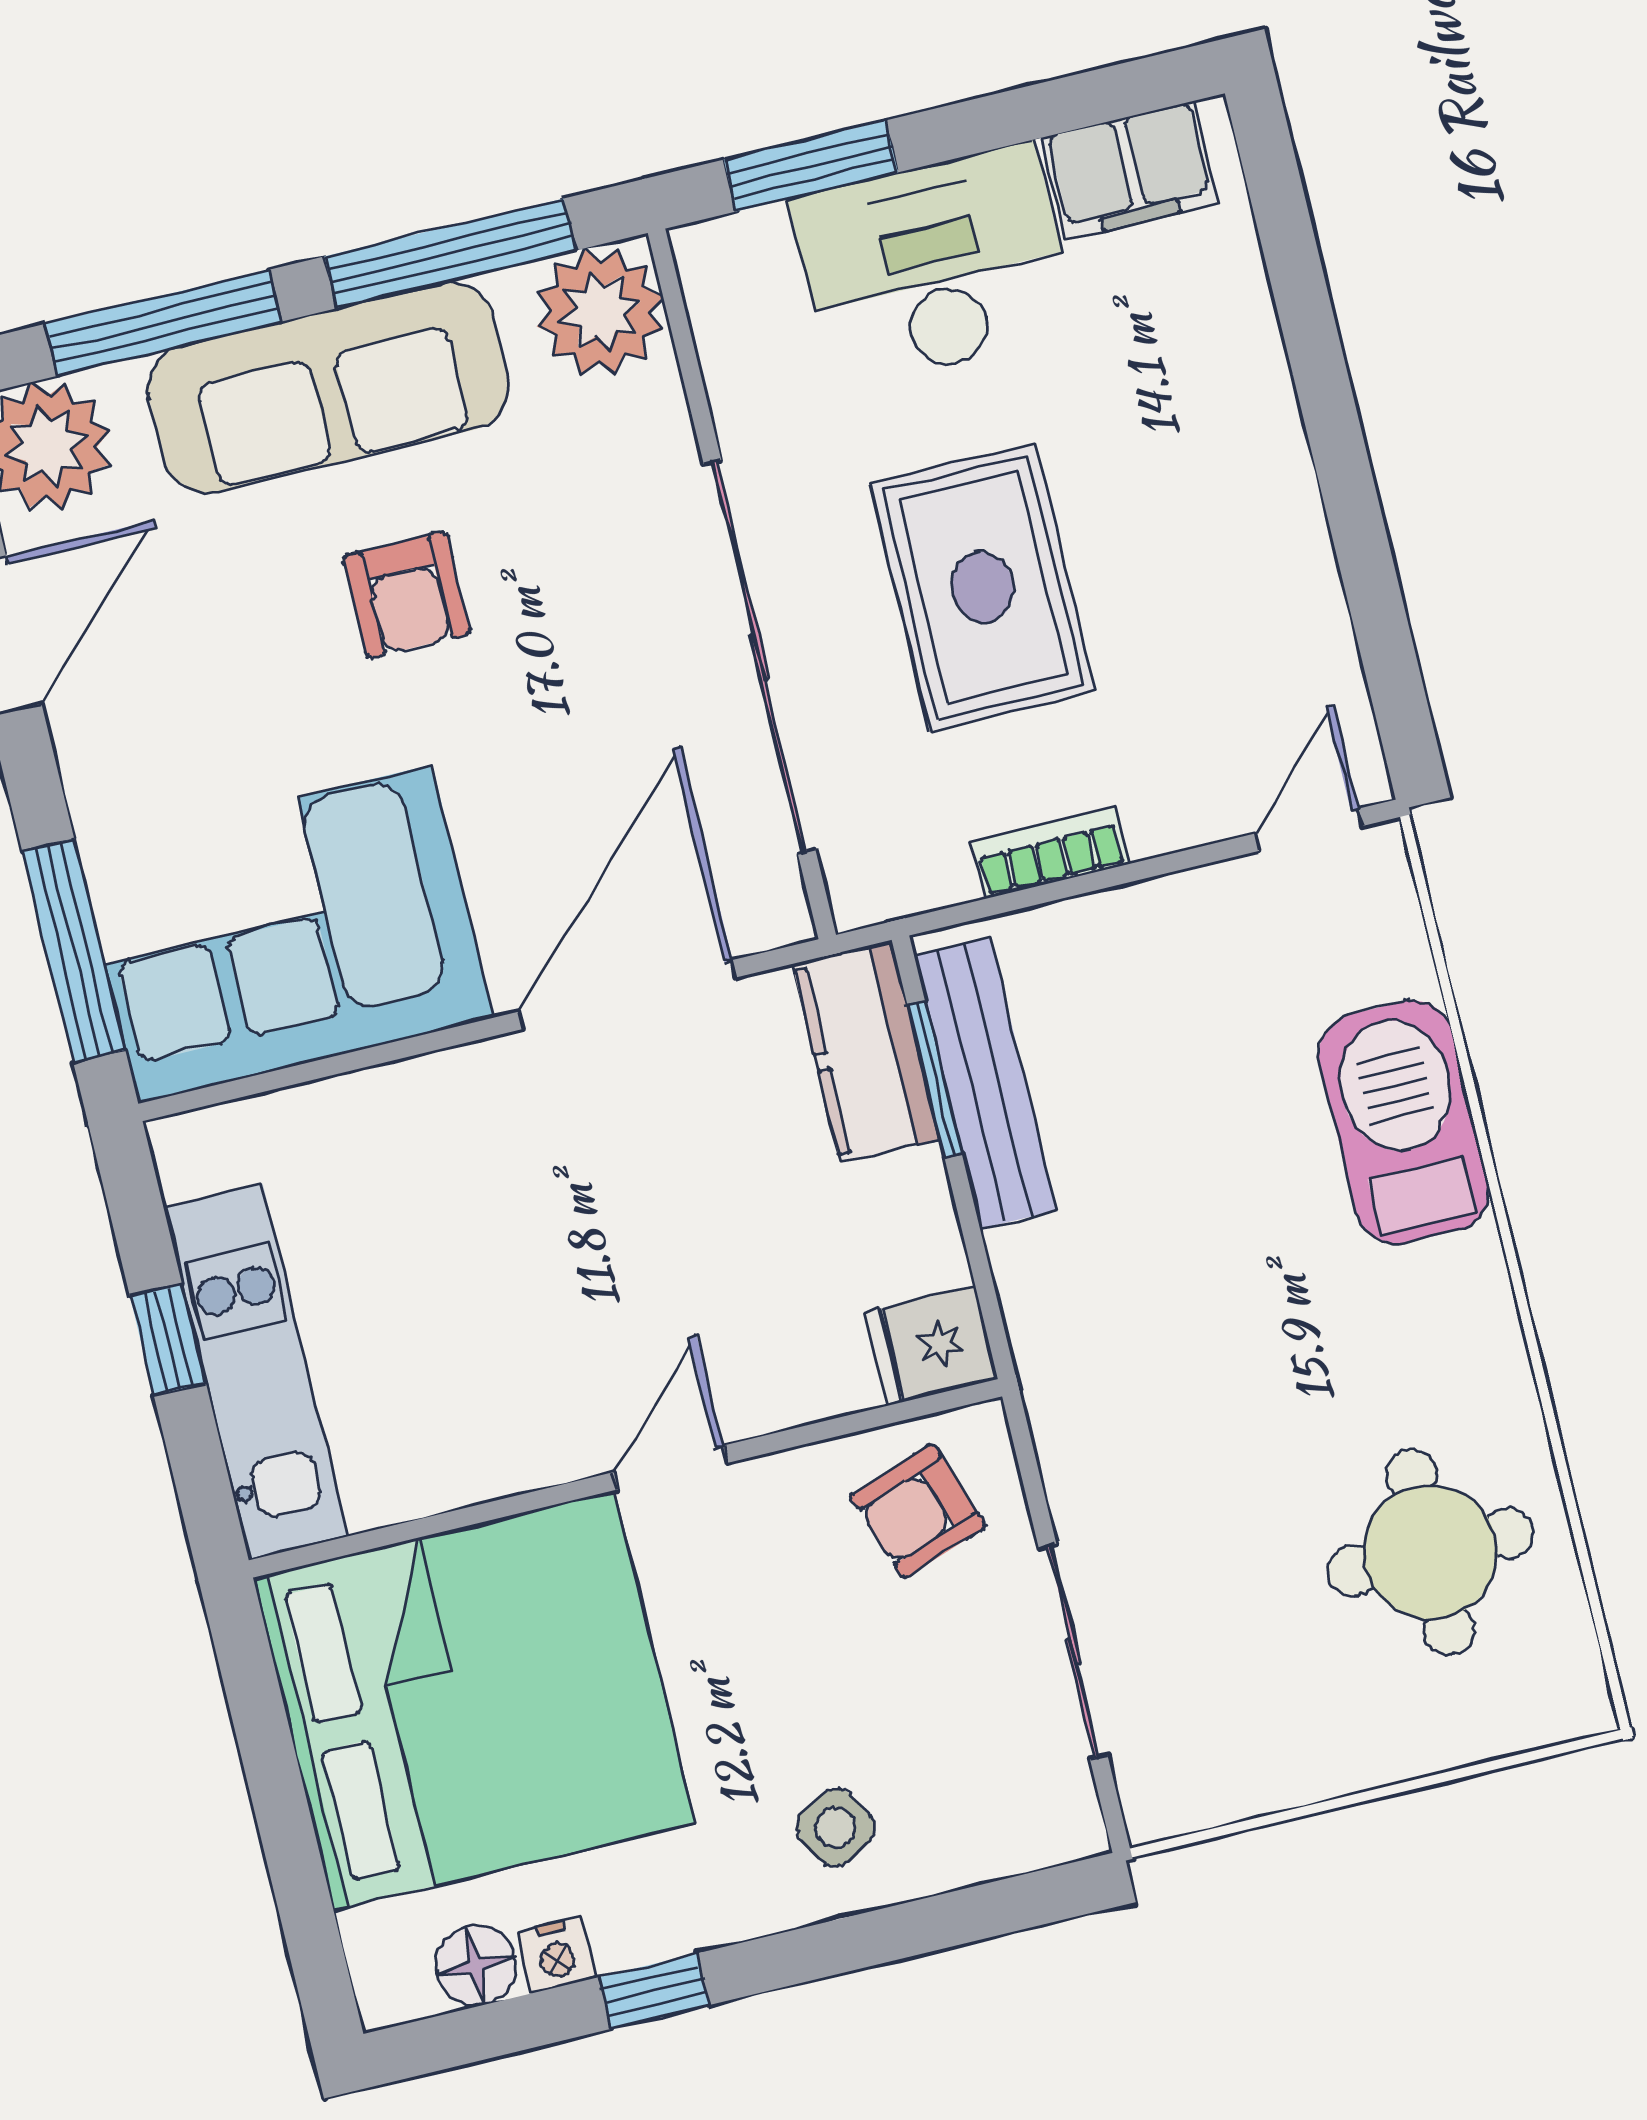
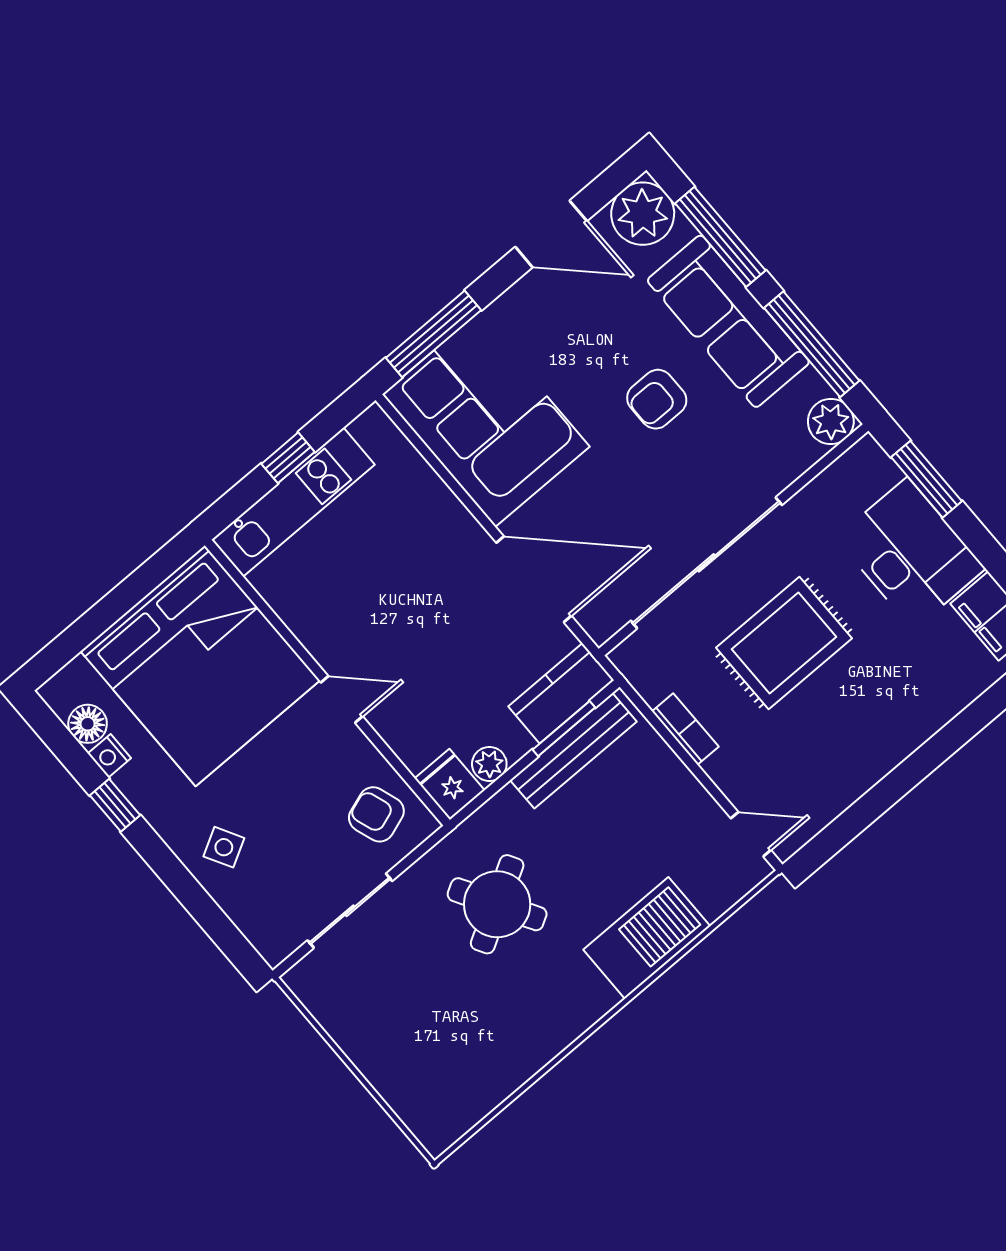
plant: (600, 311) -> (831, 421), width x0.73, depth x0.73
plant: (930, 1252) -> (489, 764), added
round table: (1430, 1552) -> (497, 904), moved, turned -30

